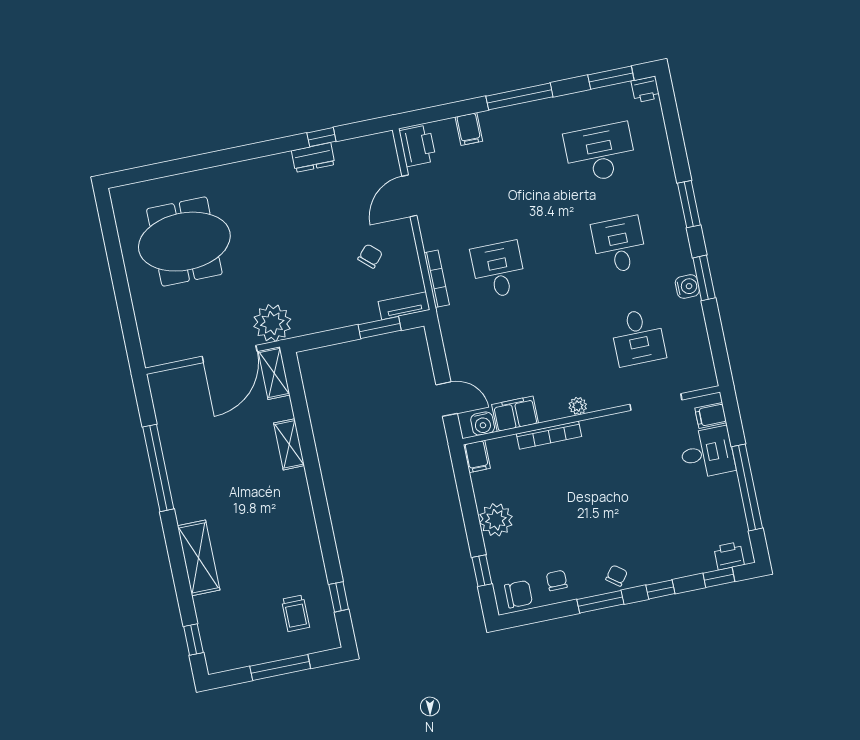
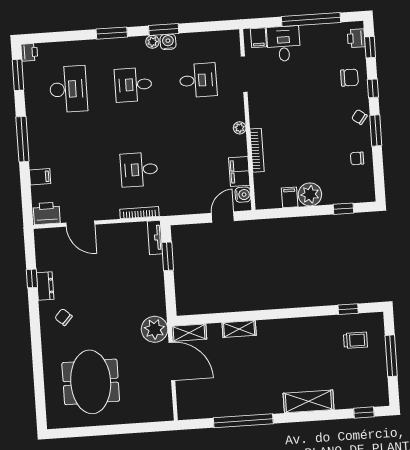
desk: (600, 153) -> (68, 89), turned 180
chair: (370, 256) -> (64, 317), moved
plant: (684, 264) -> (152, 42), added
filing cabinet: (477, 456) -> (290, 197), moved, turned -90
chair: (518, 594) -> (349, 78), moved, turned 90

